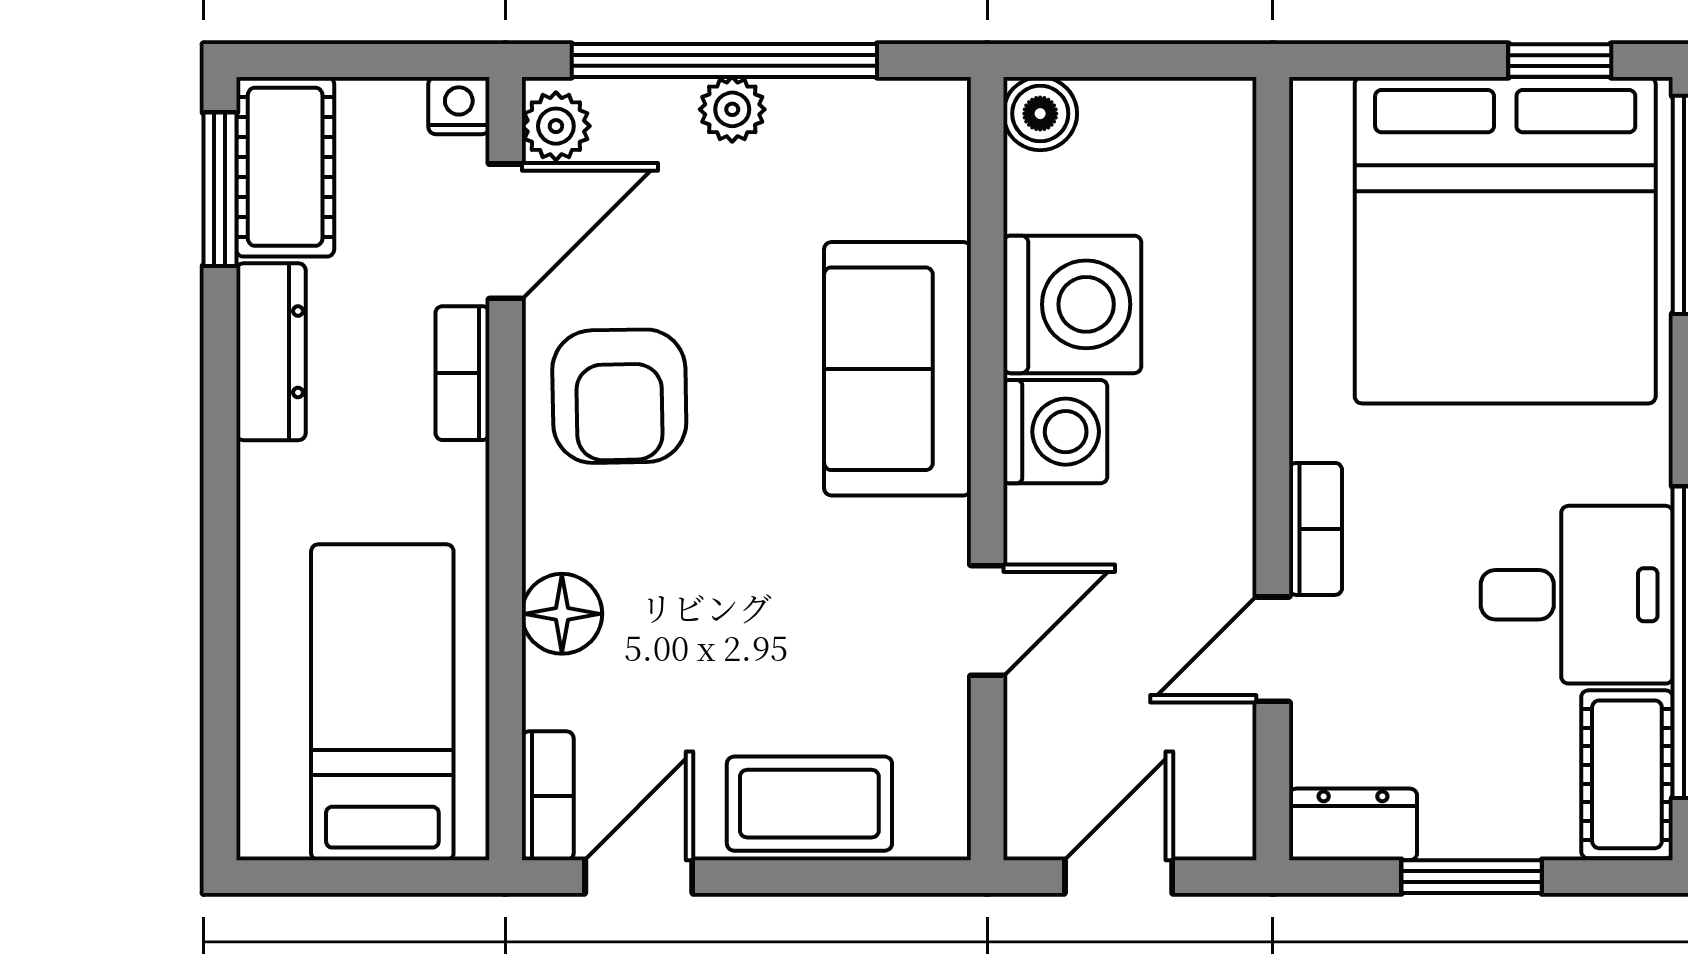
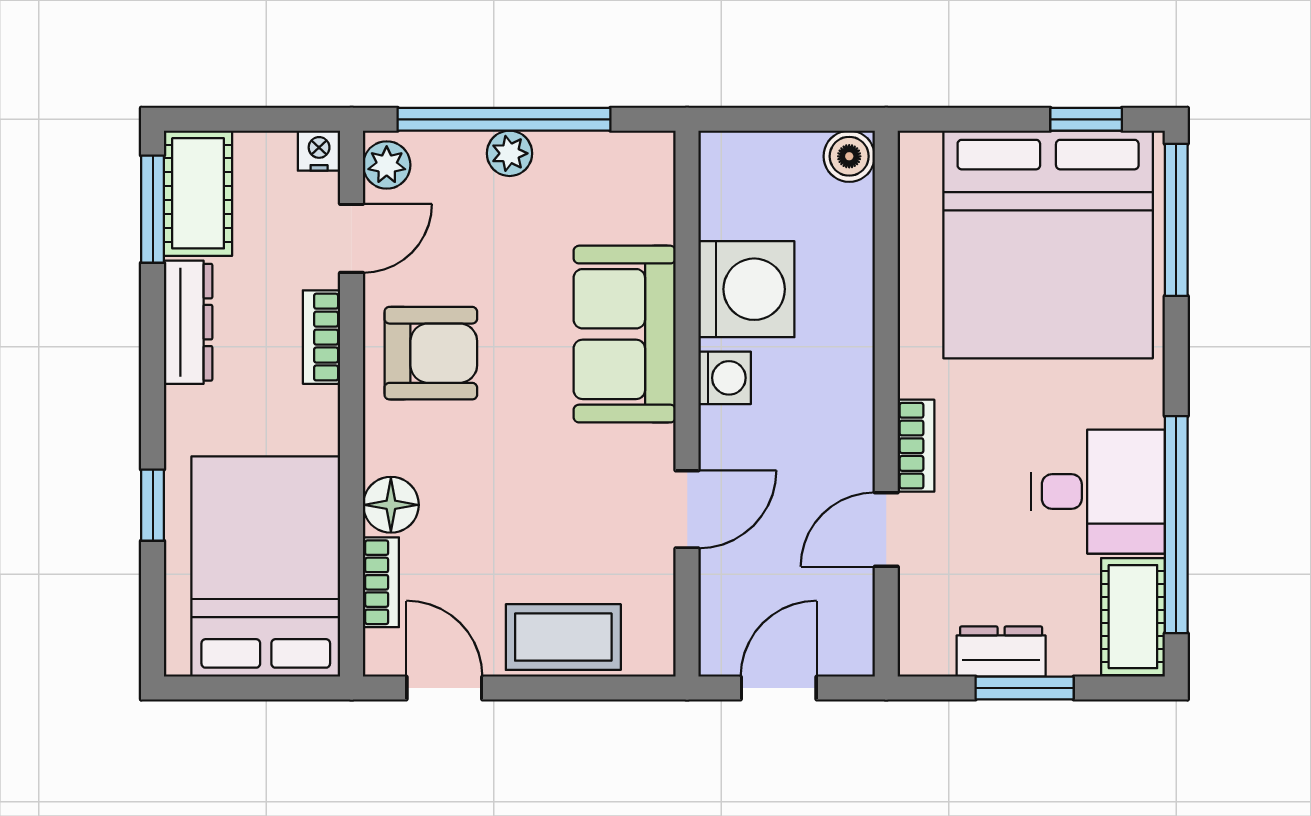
boiler: (1040, 114) -> (849, 156), moved
door: (506, 231) -> (352, 238), width x0.73
armchair: (619, 396) -> (431, 353), turned -89
washing machine: (1055, 432) -> (725, 378), width x0.73, depth x0.73
window: (220, 614) -> (153, 505), added
bed: (382, 702) -> (266, 566), width x1.50
bookcase: (548, 796) -> (381, 582), moved
dresser: (1353, 824) -> (1001, 652), moved
door: (639, 877) -> (444, 688), hinge flipped

